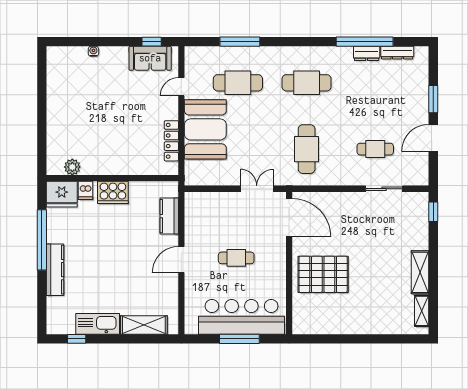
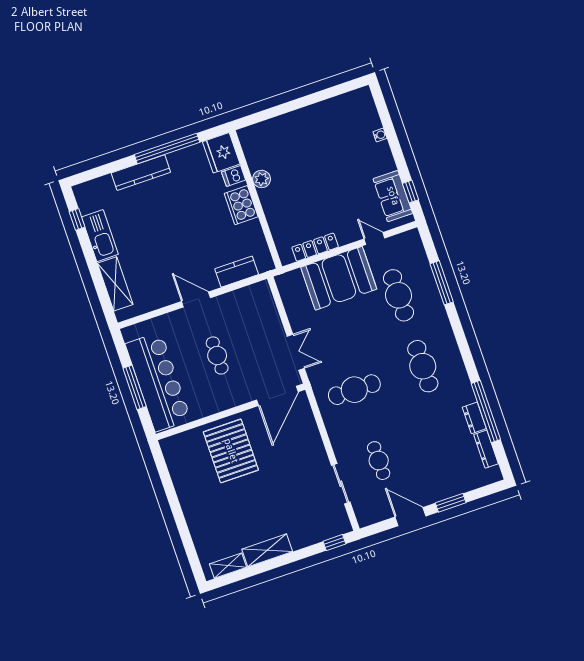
plant: (72, 167) -> (262, 179), moved

